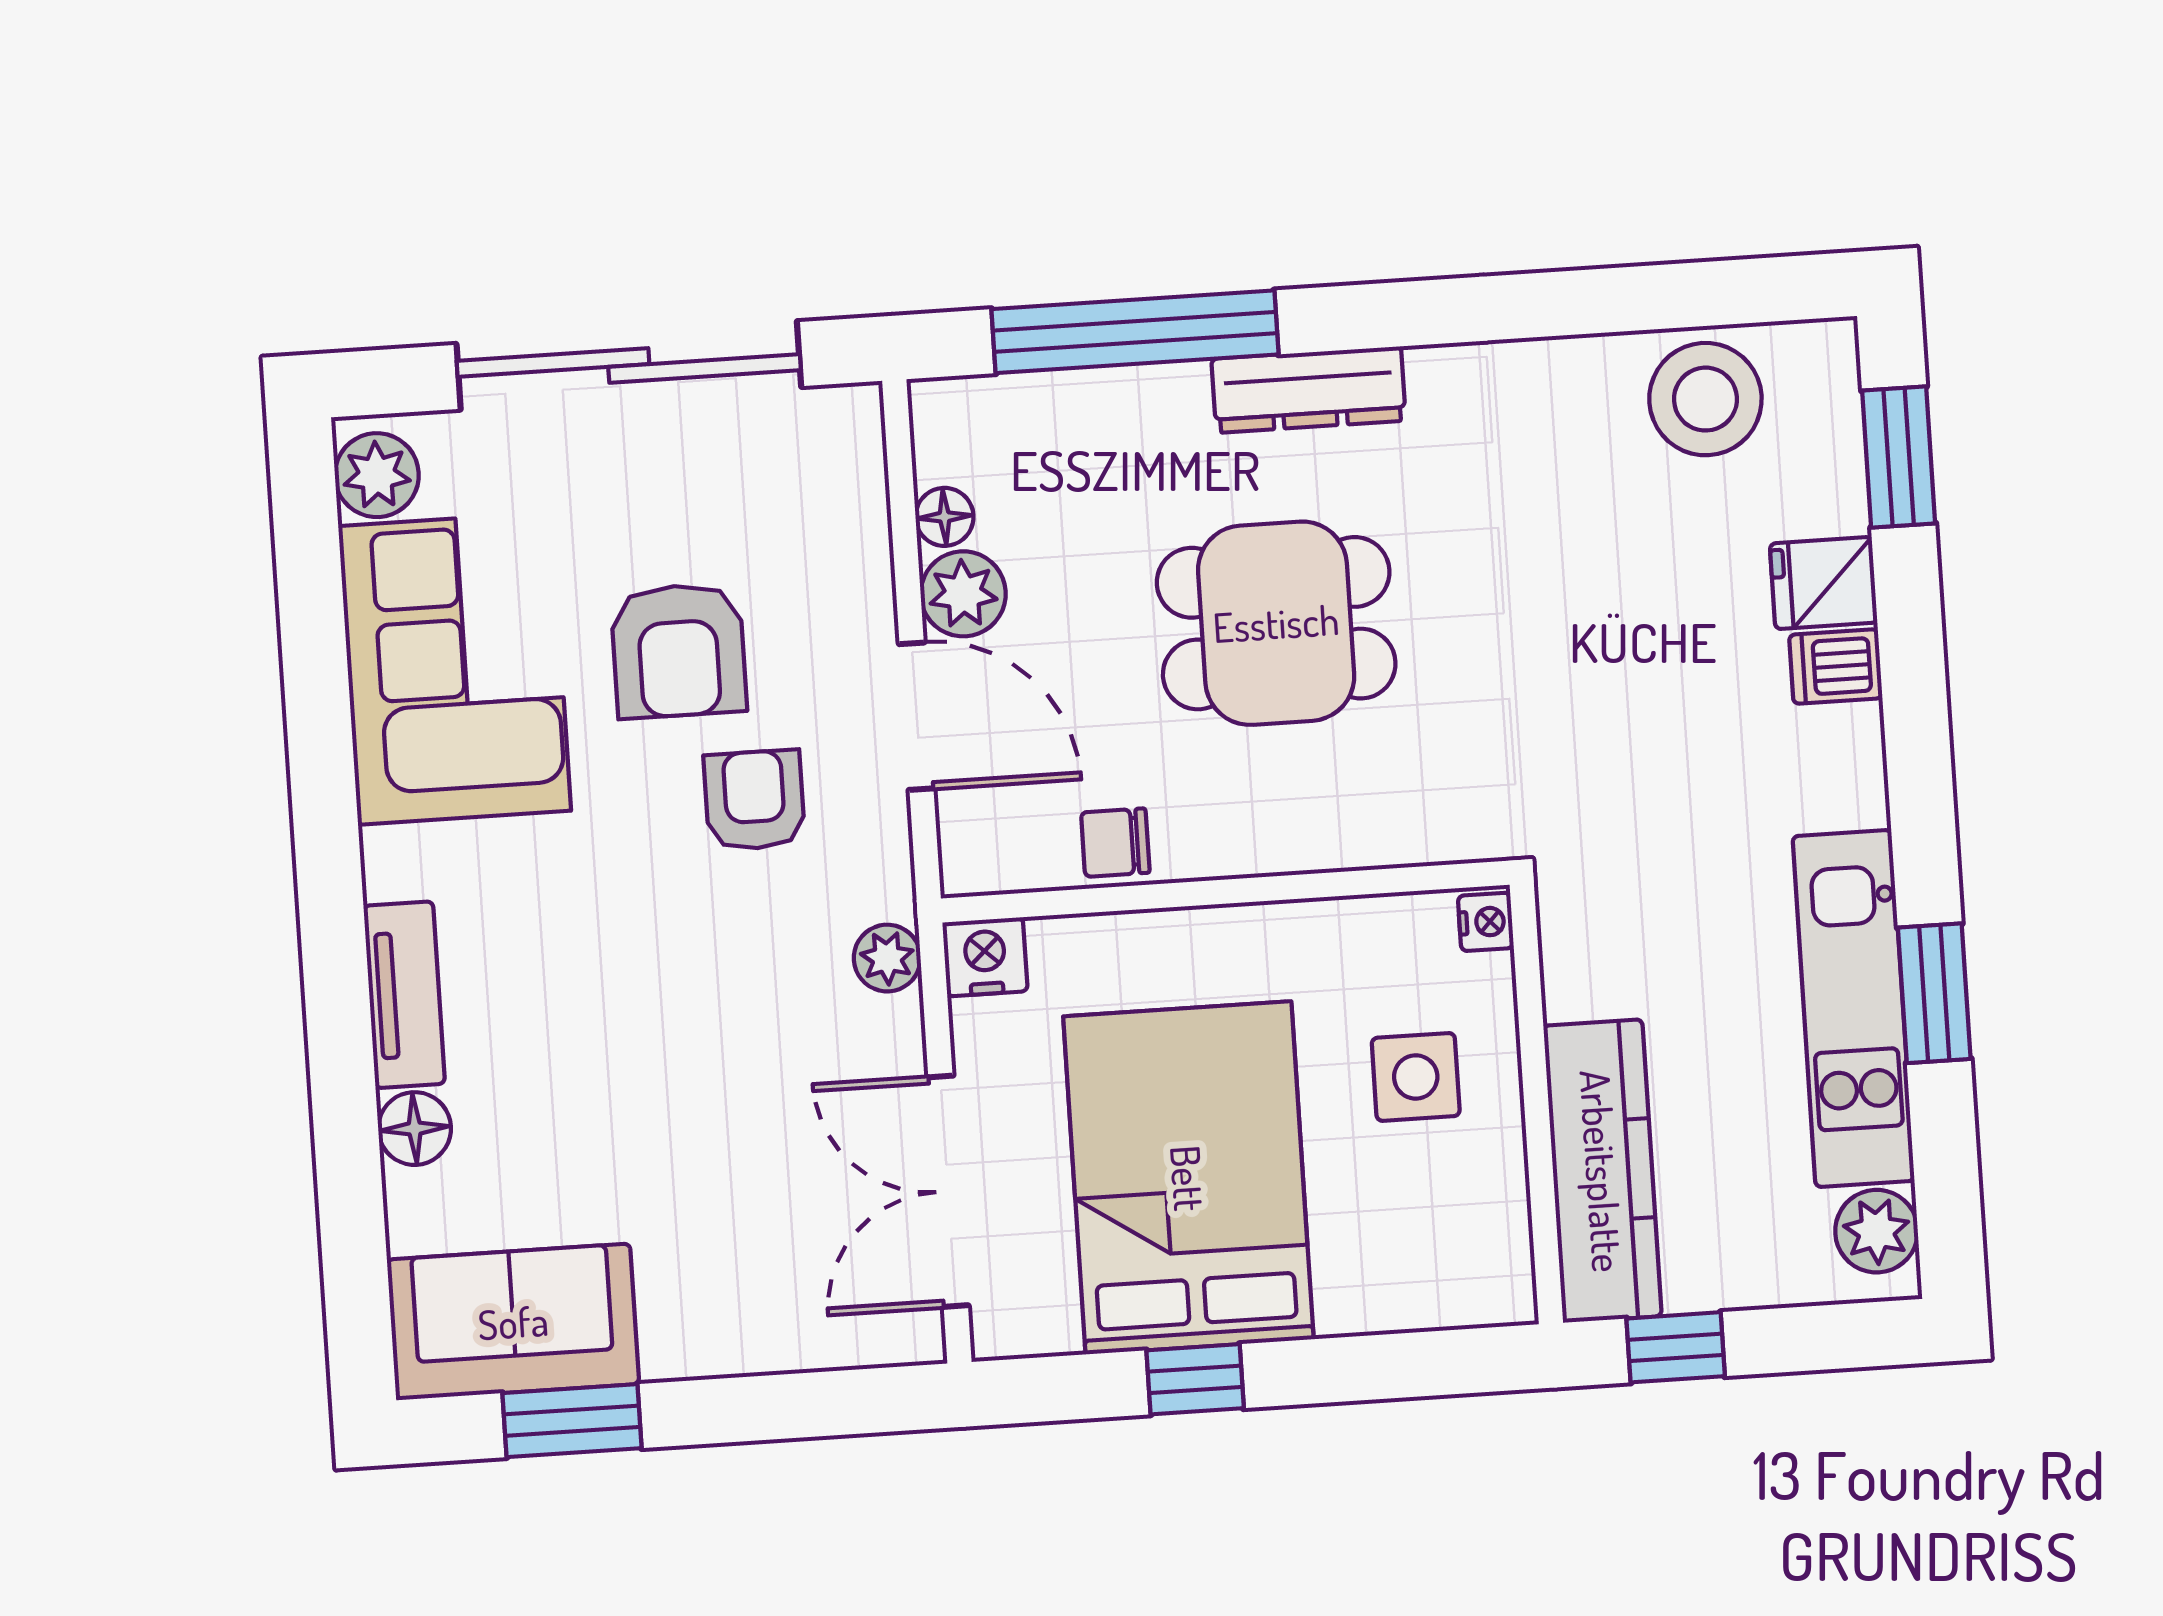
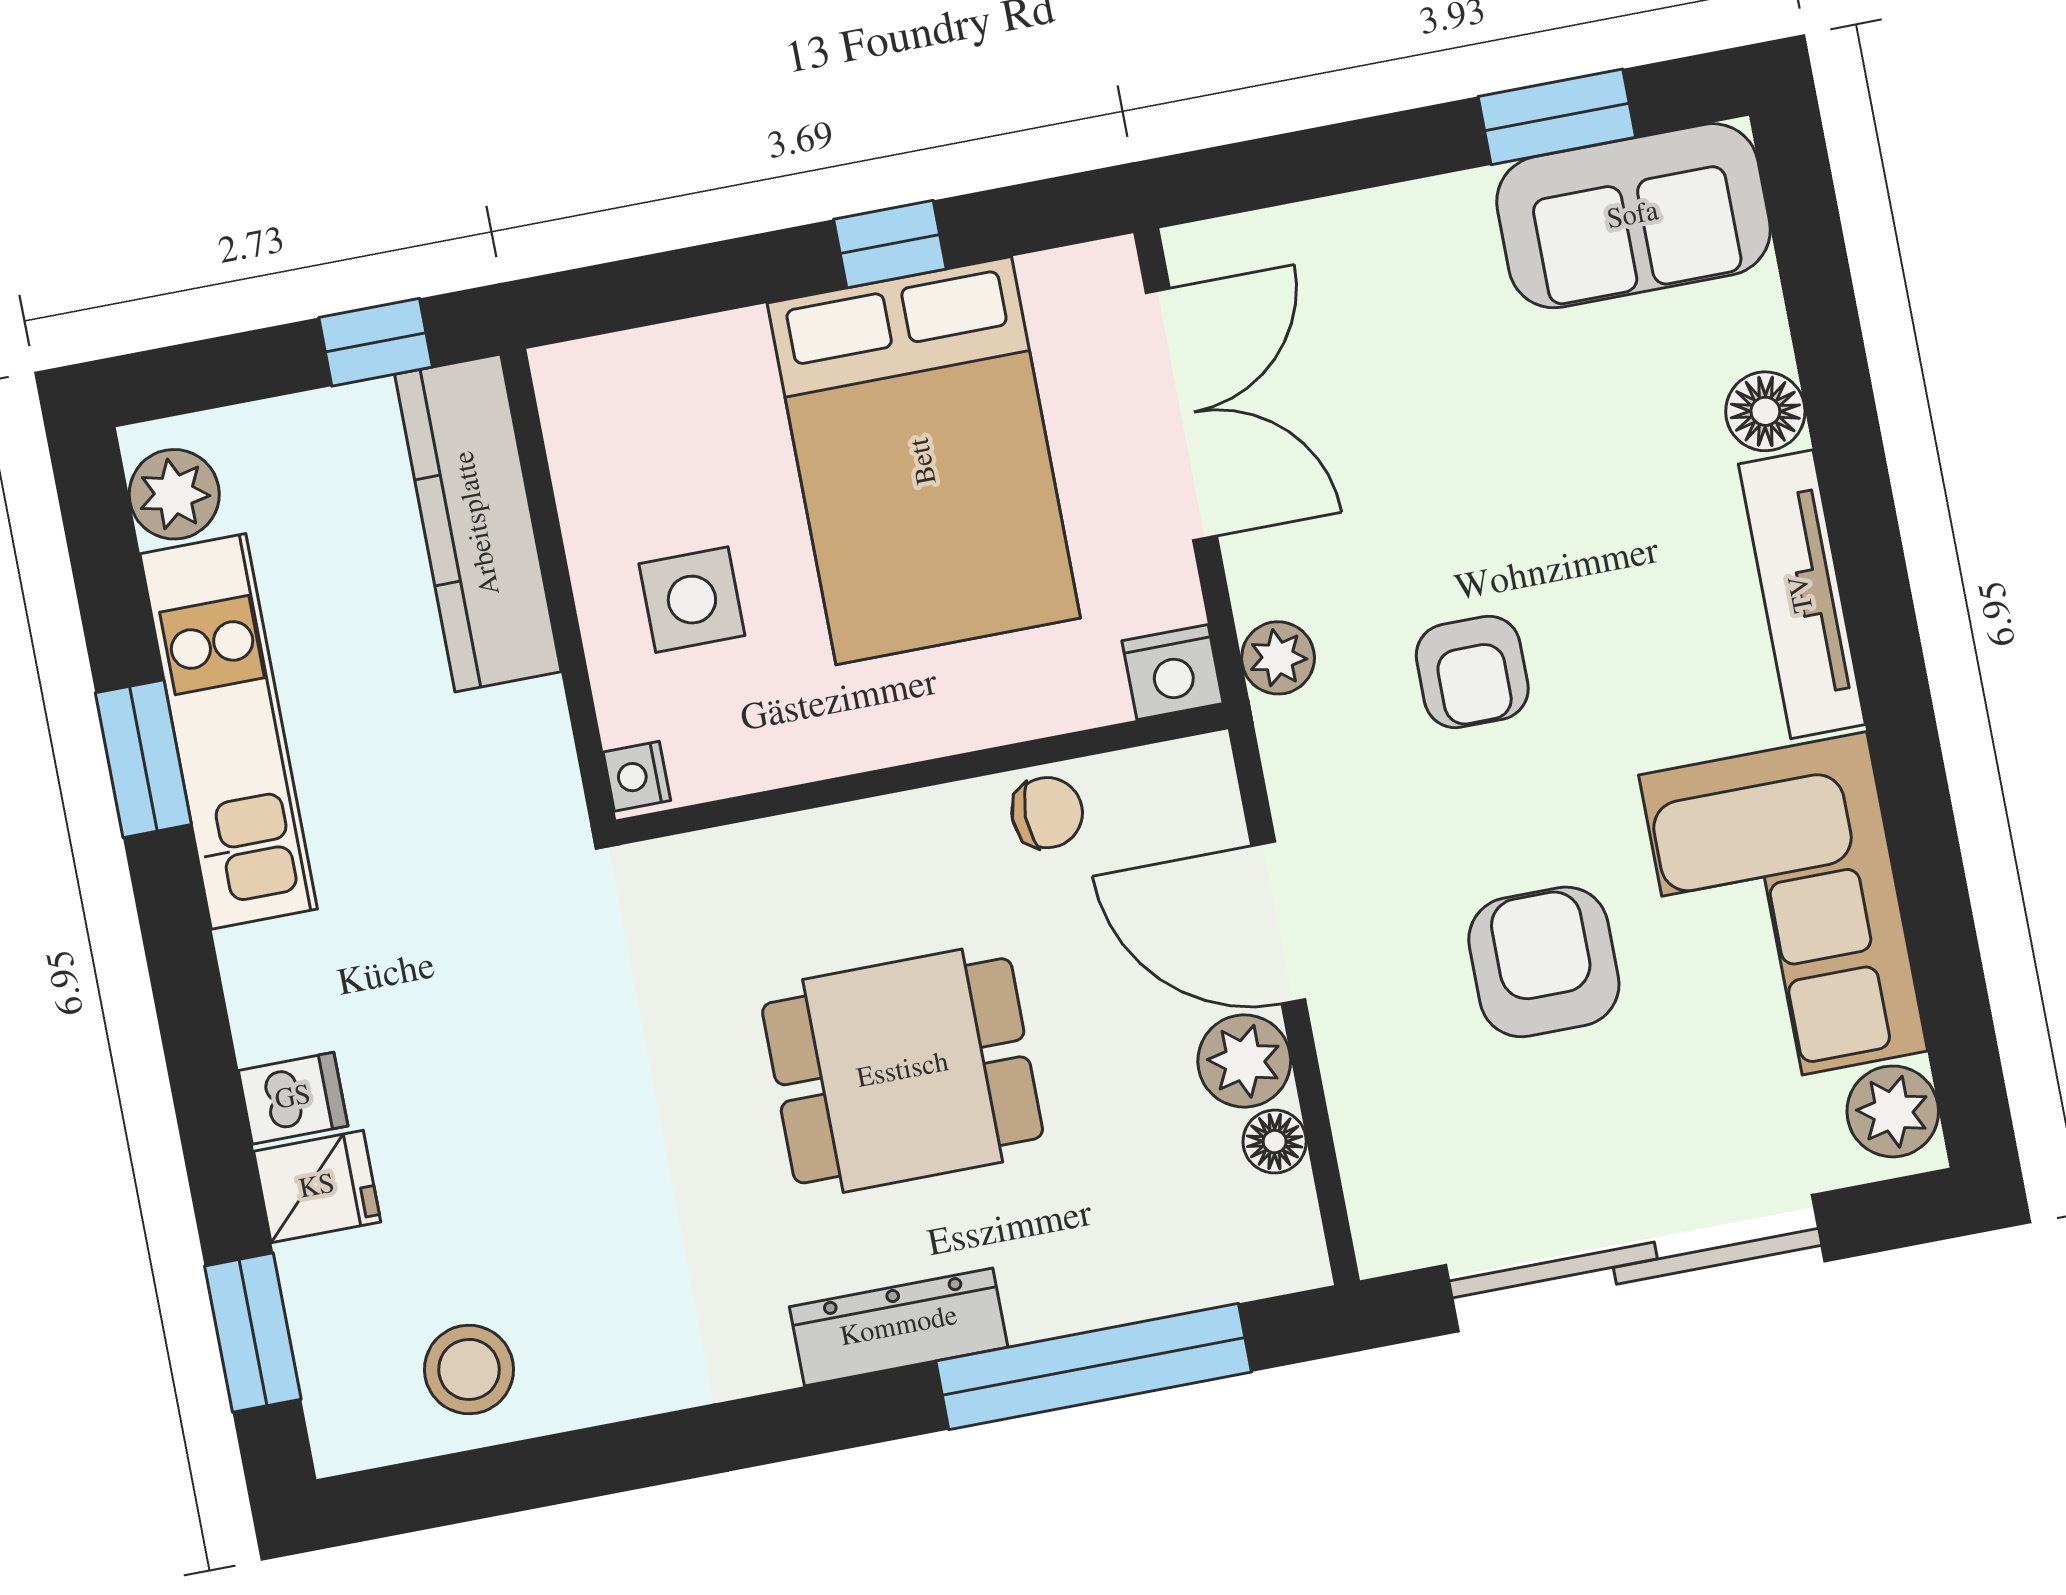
stool: (1705, 399) -> (469, 1369), width x0.73, depth x0.73
armchair: (754, 800) -> (1472, 672), moved
tv unit: (404, 995) -> (1802, 594), width x1.41

